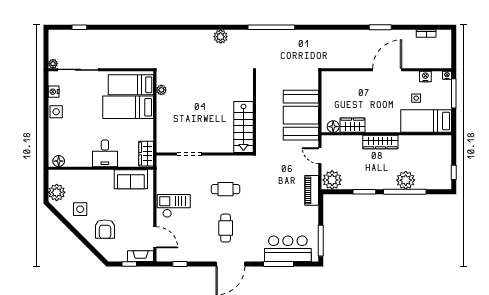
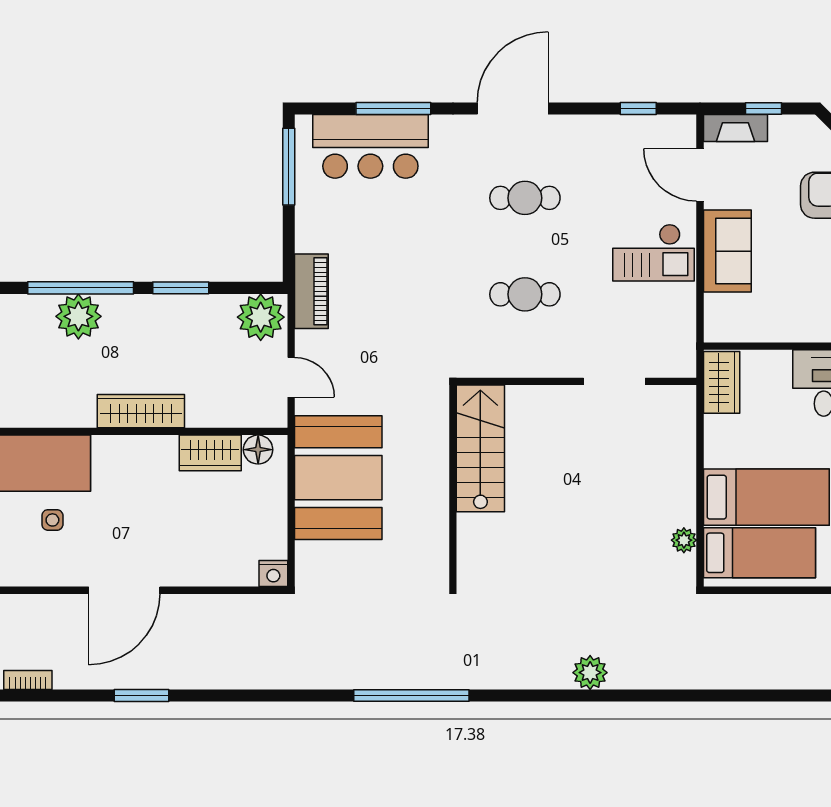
plant: (221, 37) -> (590, 673), moved
nightstand: (425, 76) -> (273, 574), moved
sofa: (131, 179) -> (727, 251), moved, turned 90
cafe table: (226, 228) -> (525, 198), turned 90

